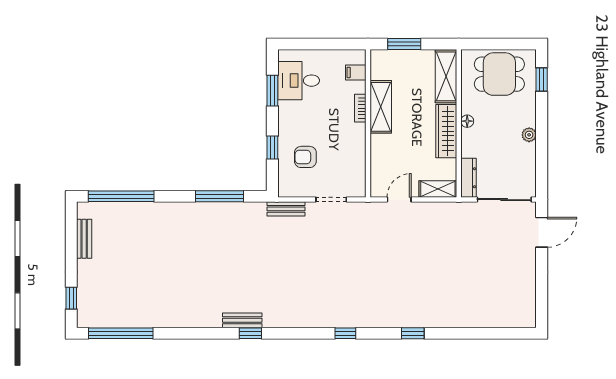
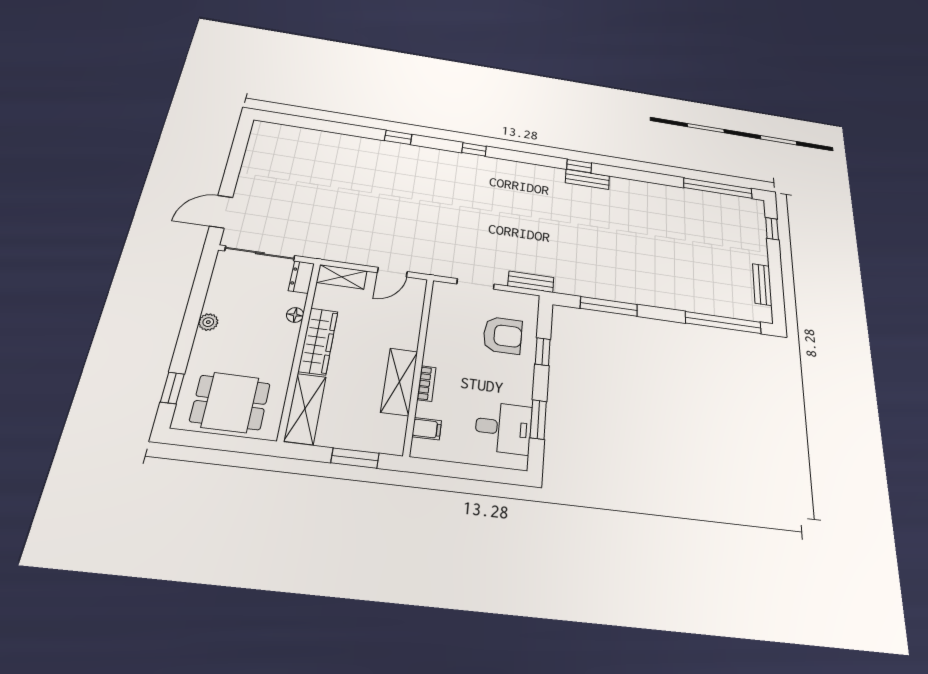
floor lamp: (467, 121) -> (295, 315), moved
armchair: (305, 157) -> (503, 335), width x1.38, depth x1.38
dresser: (469, 178) -> (301, 277), width x0.70

